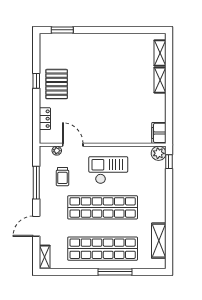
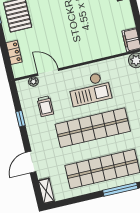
checkout: (108, 170) -> (90, 89), turned 180
window: (36, 183) -> (20, 119), width x0.46

